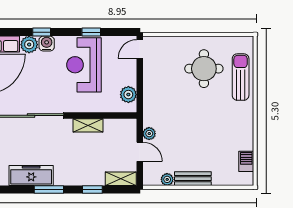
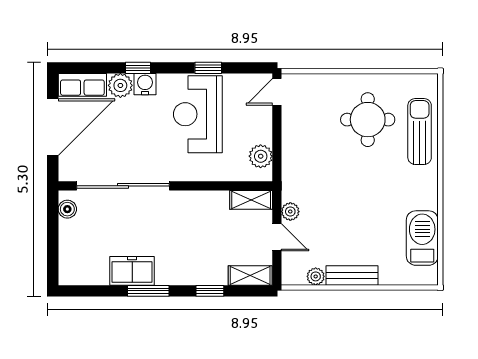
shelving: (88, 125) -> (251, 200), moved
barbecue: (246, 161) -> (422, 238), width x1.88, depth x1.53
freezer: (31, 175) -> (132, 271), width x0.71

